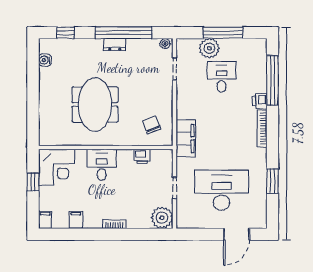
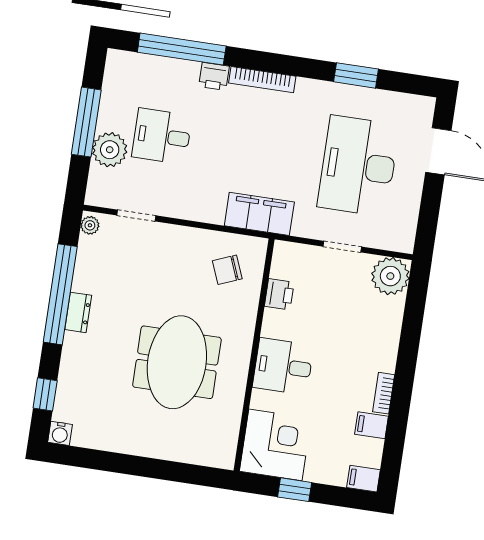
water cooler: (45, 60) -> (60, 433), moved
meeting table: (95, 104) -> (177, 362), turned 90
bookcase: (114, 224) -> (384, 393), moved

